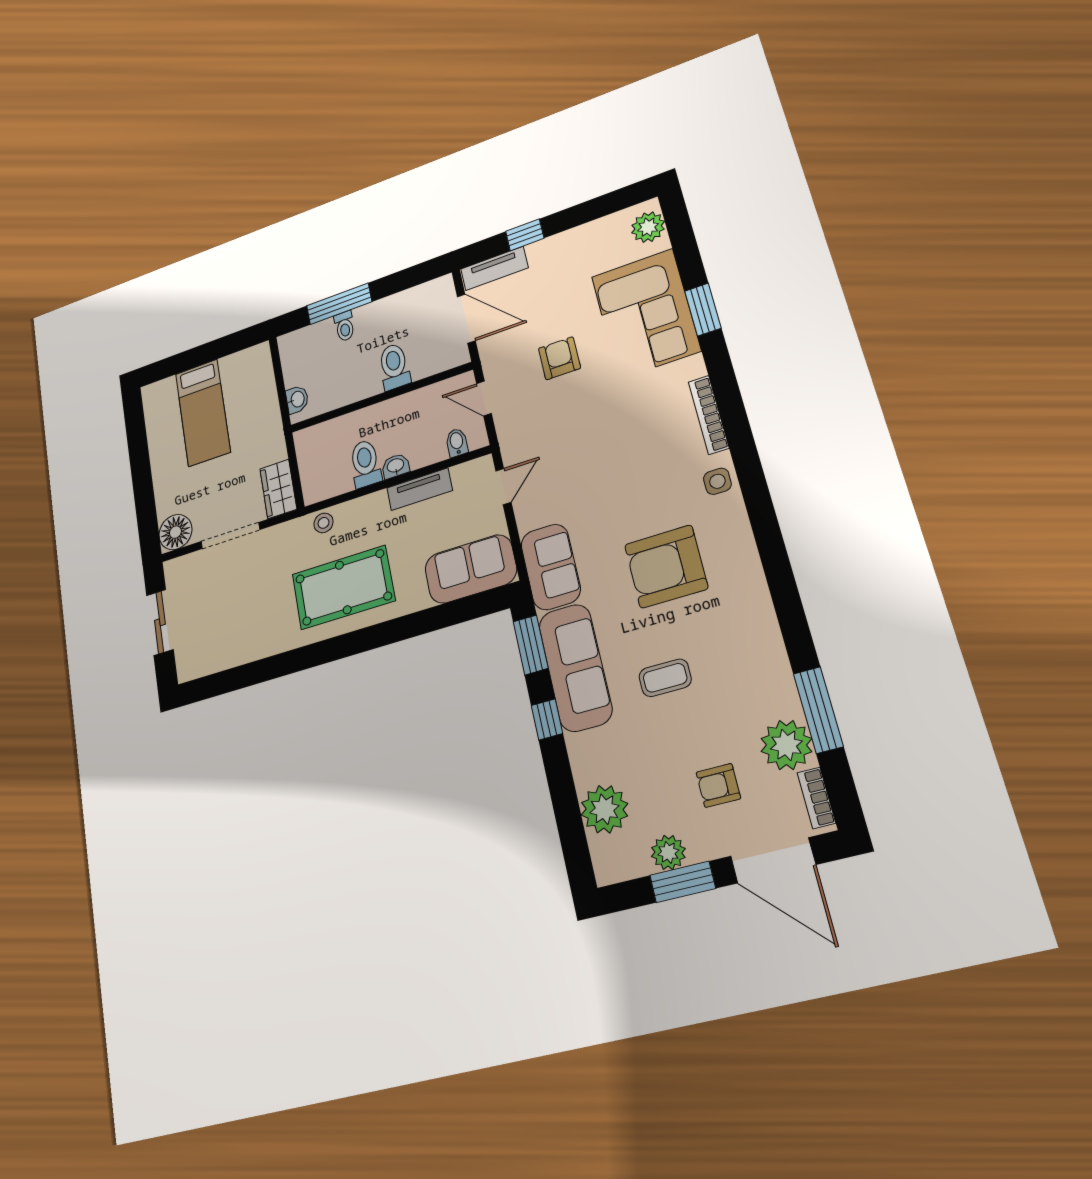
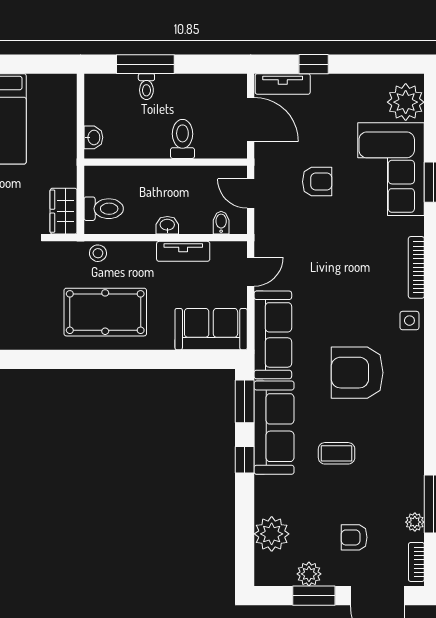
plant: (648, 227) -> (406, 102), width x1.36, depth x1.36
armchair: (559, 358) -> (317, 182), turned 90
toilet: (365, 464) -> (104, 209), moved, turned 90
sofa: (551, 567) -> (273, 335), width x1.36
plant: (786, 745) -> (415, 522), width x0.53, depth x0.53

